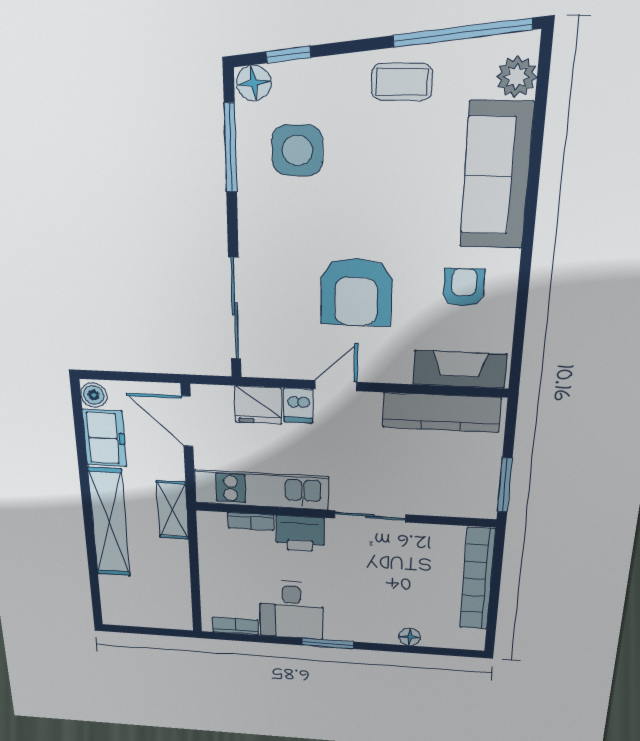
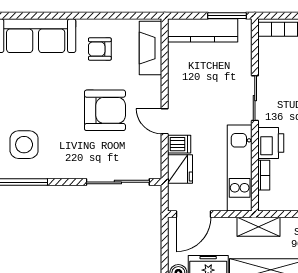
kitchen counter: (441, 412) -> (203, 30), moved, turned 90

